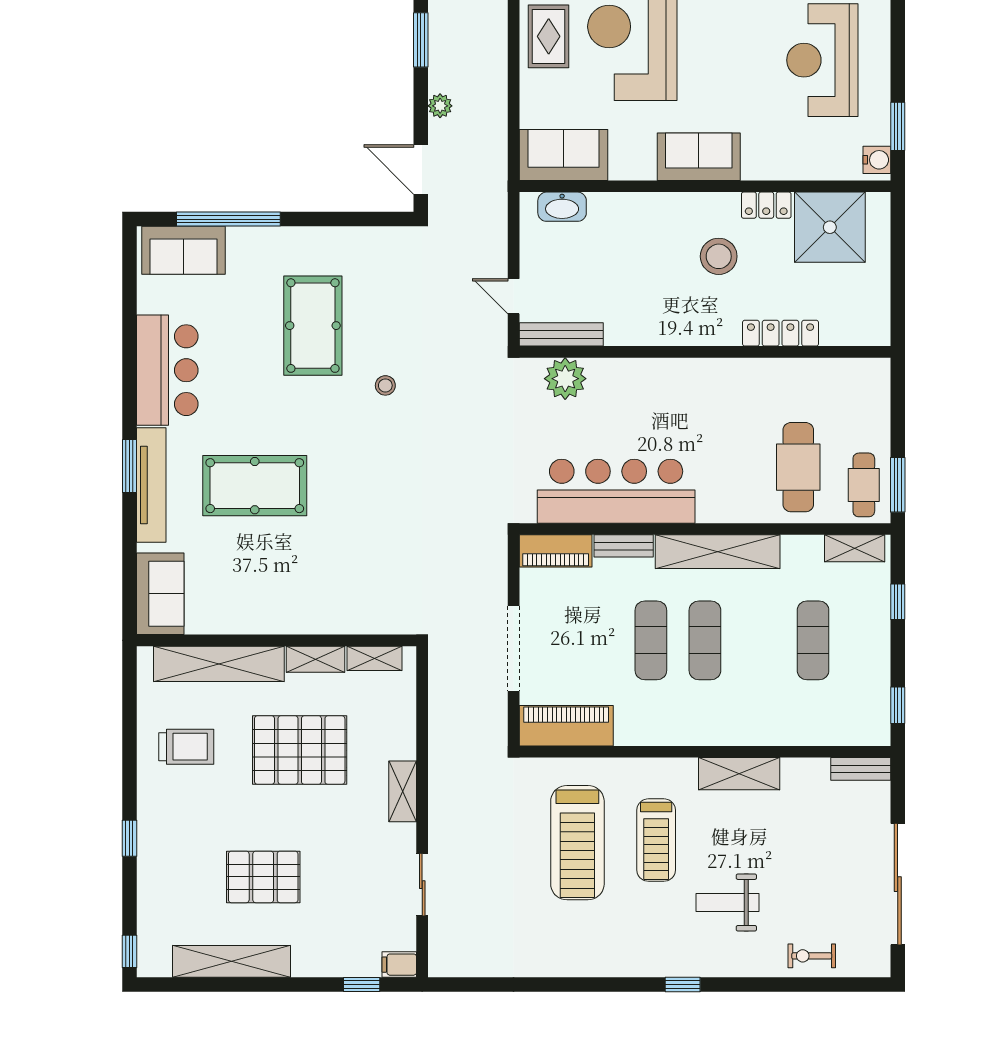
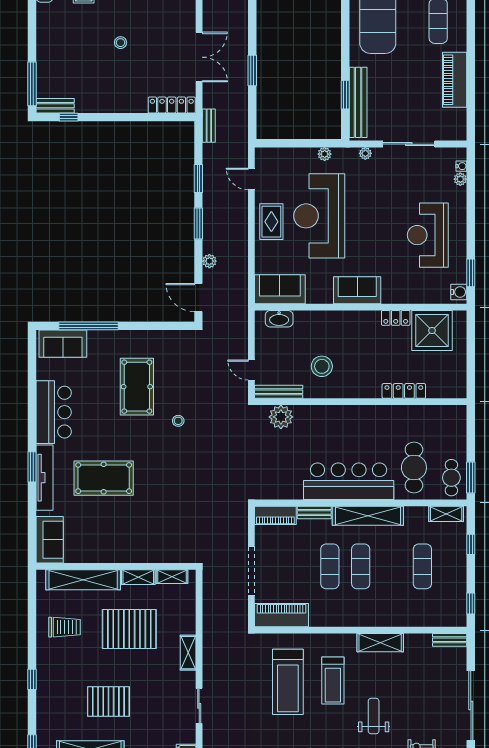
stool: (719, 256) -> (322, 366), moved
bar counter: (616, 491) -> (349, 481), moved
weight bench: (728, 902) -> (374, 716), turned 90

